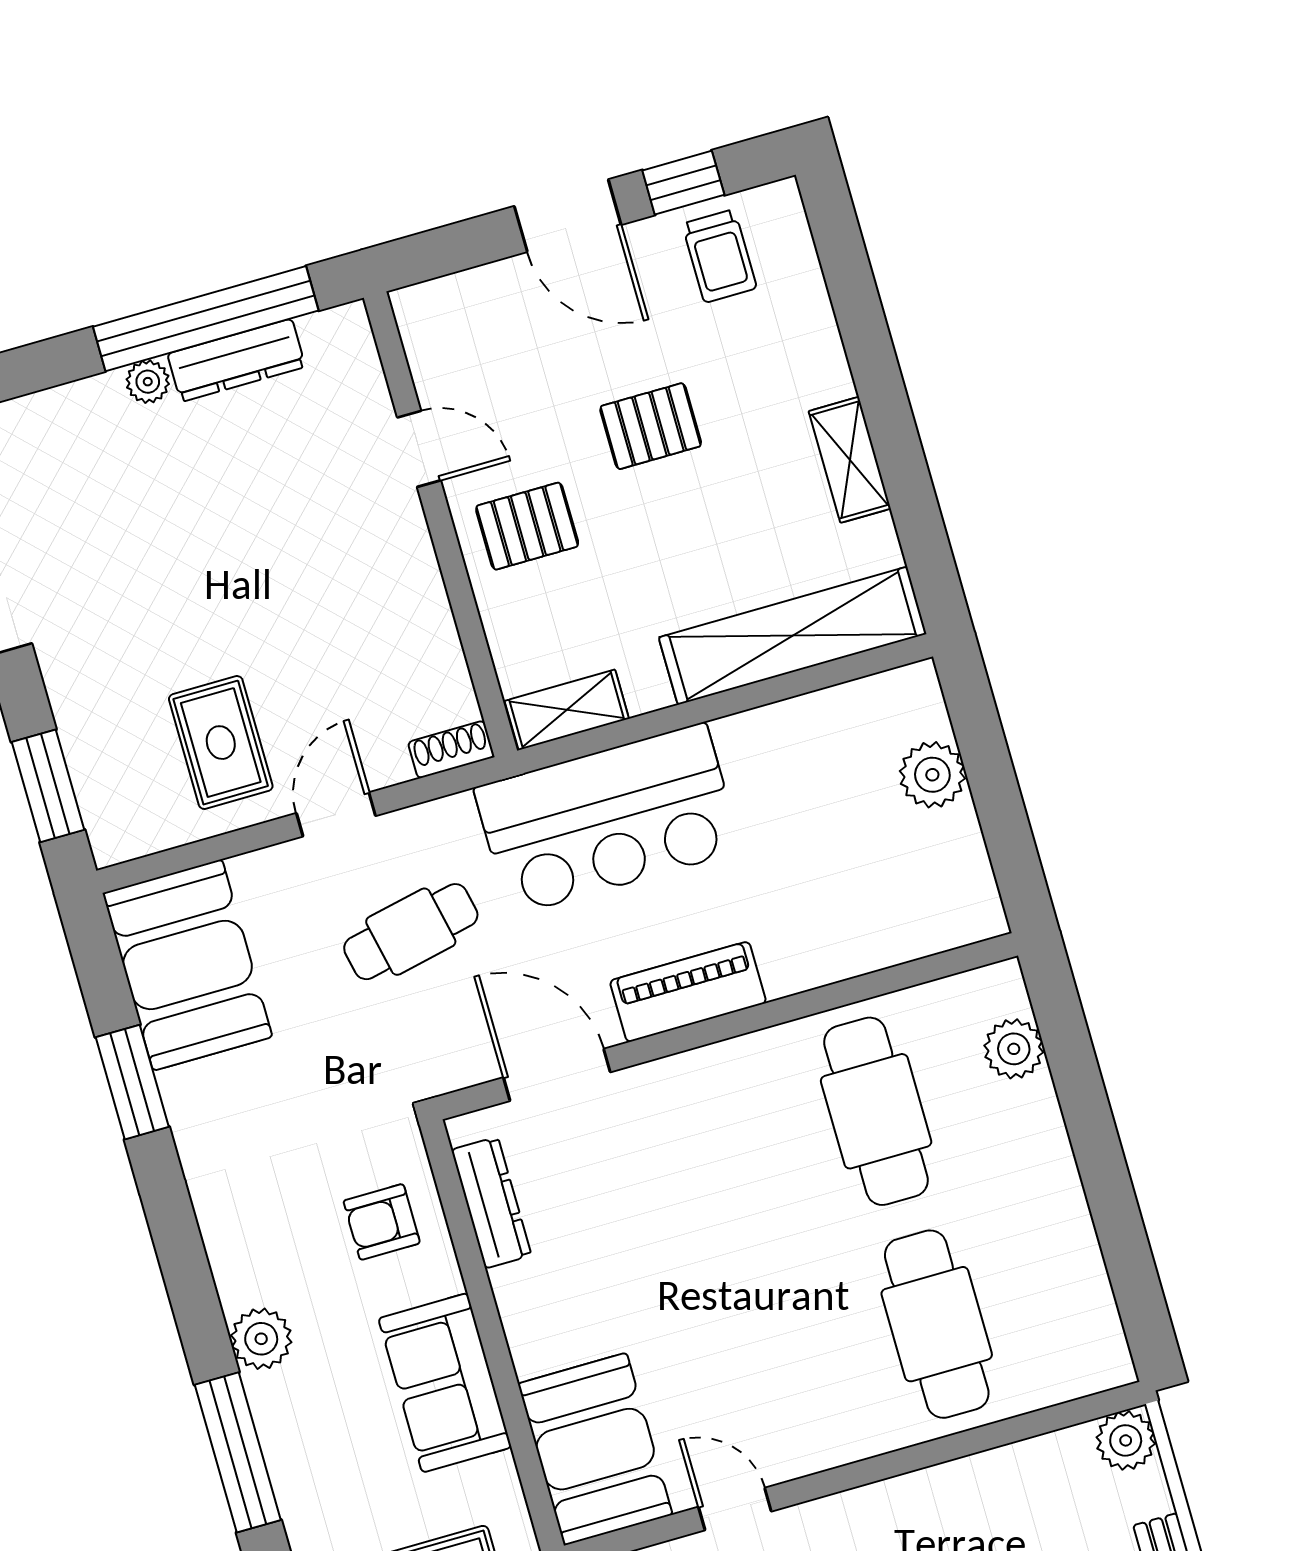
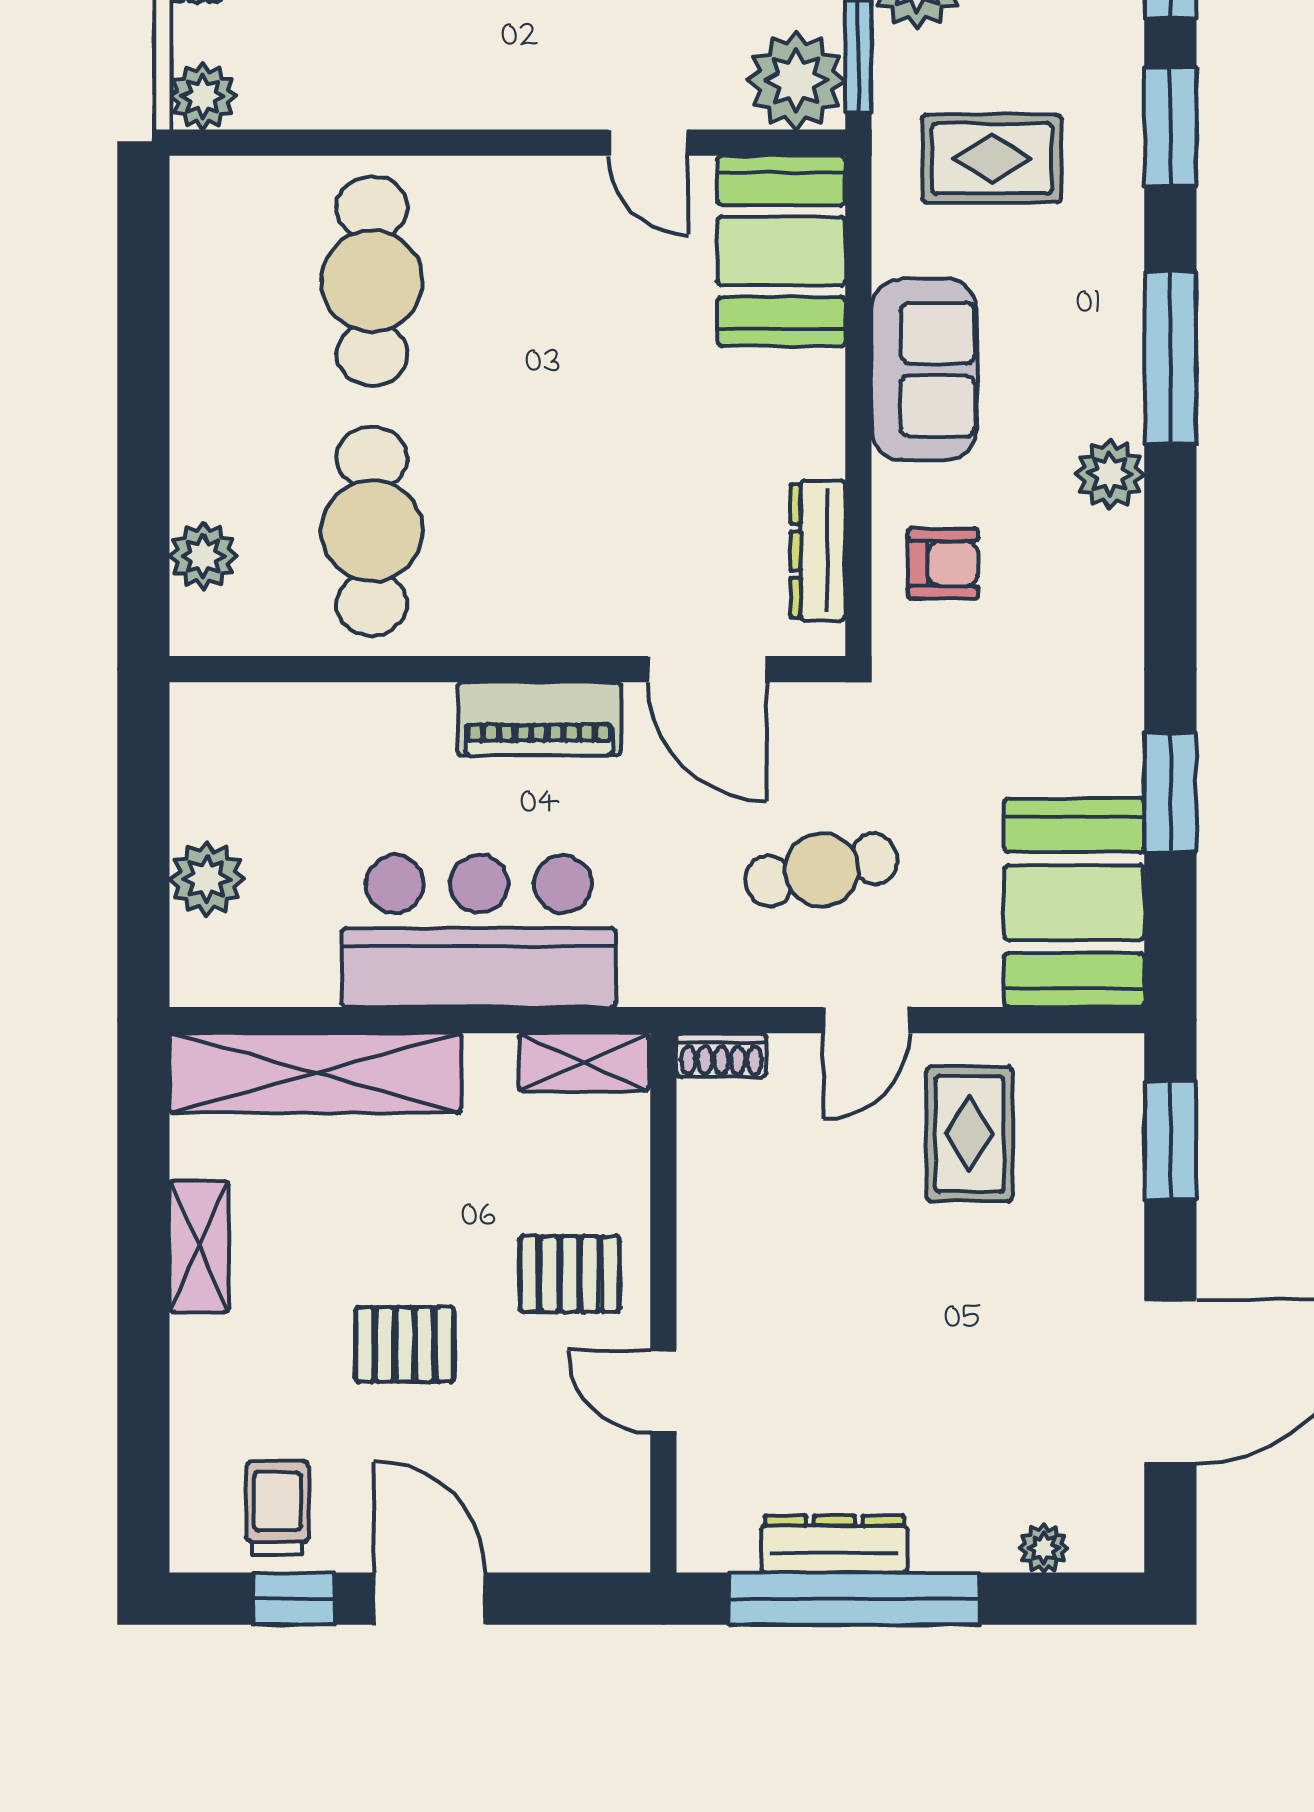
plant: (148, 382) -> (1044, 1548), moved
bar counter: (608, 819) -> (479, 931), moved

